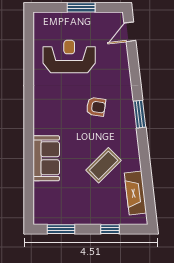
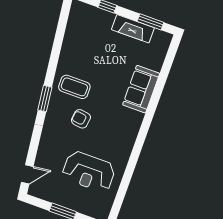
coffee table: (104, 165) -> (74, 87), moved, turned 45
fireplace: (135, 193) -> (133, 29), moved, turned 97

